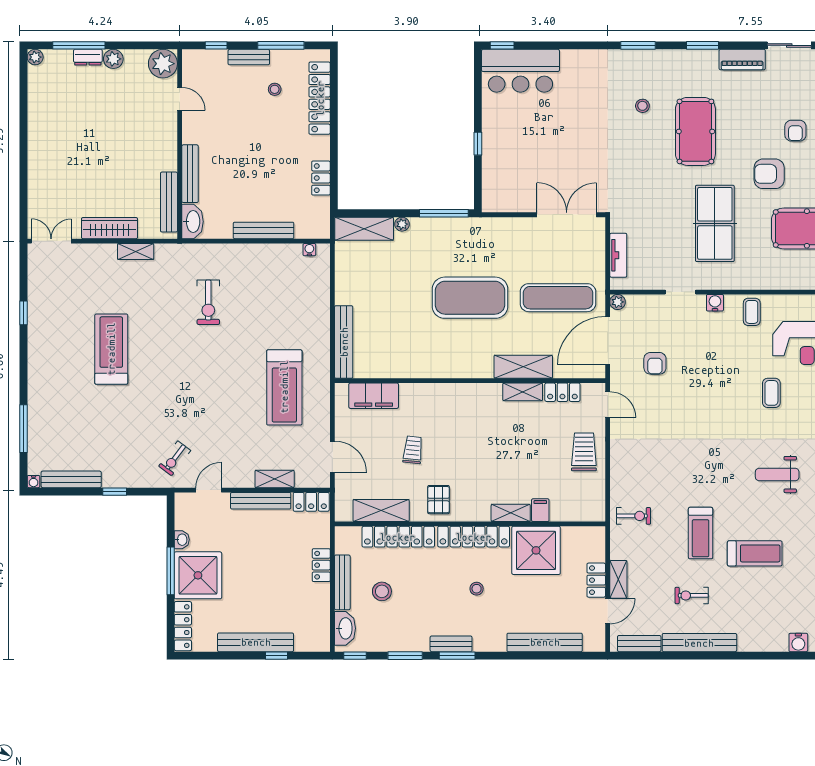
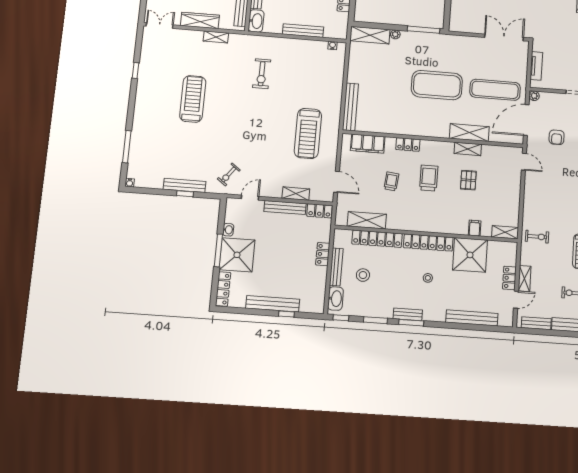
locker: (562, 392) -> (408, 144), moved
trolley: (584, 452) -> (429, 178), moved
bench: (71, 479) -> (185, 185), moved
pallet: (439, 500) -> (468, 180), moved
shelving: (511, 513) -> (505, 232), moved

